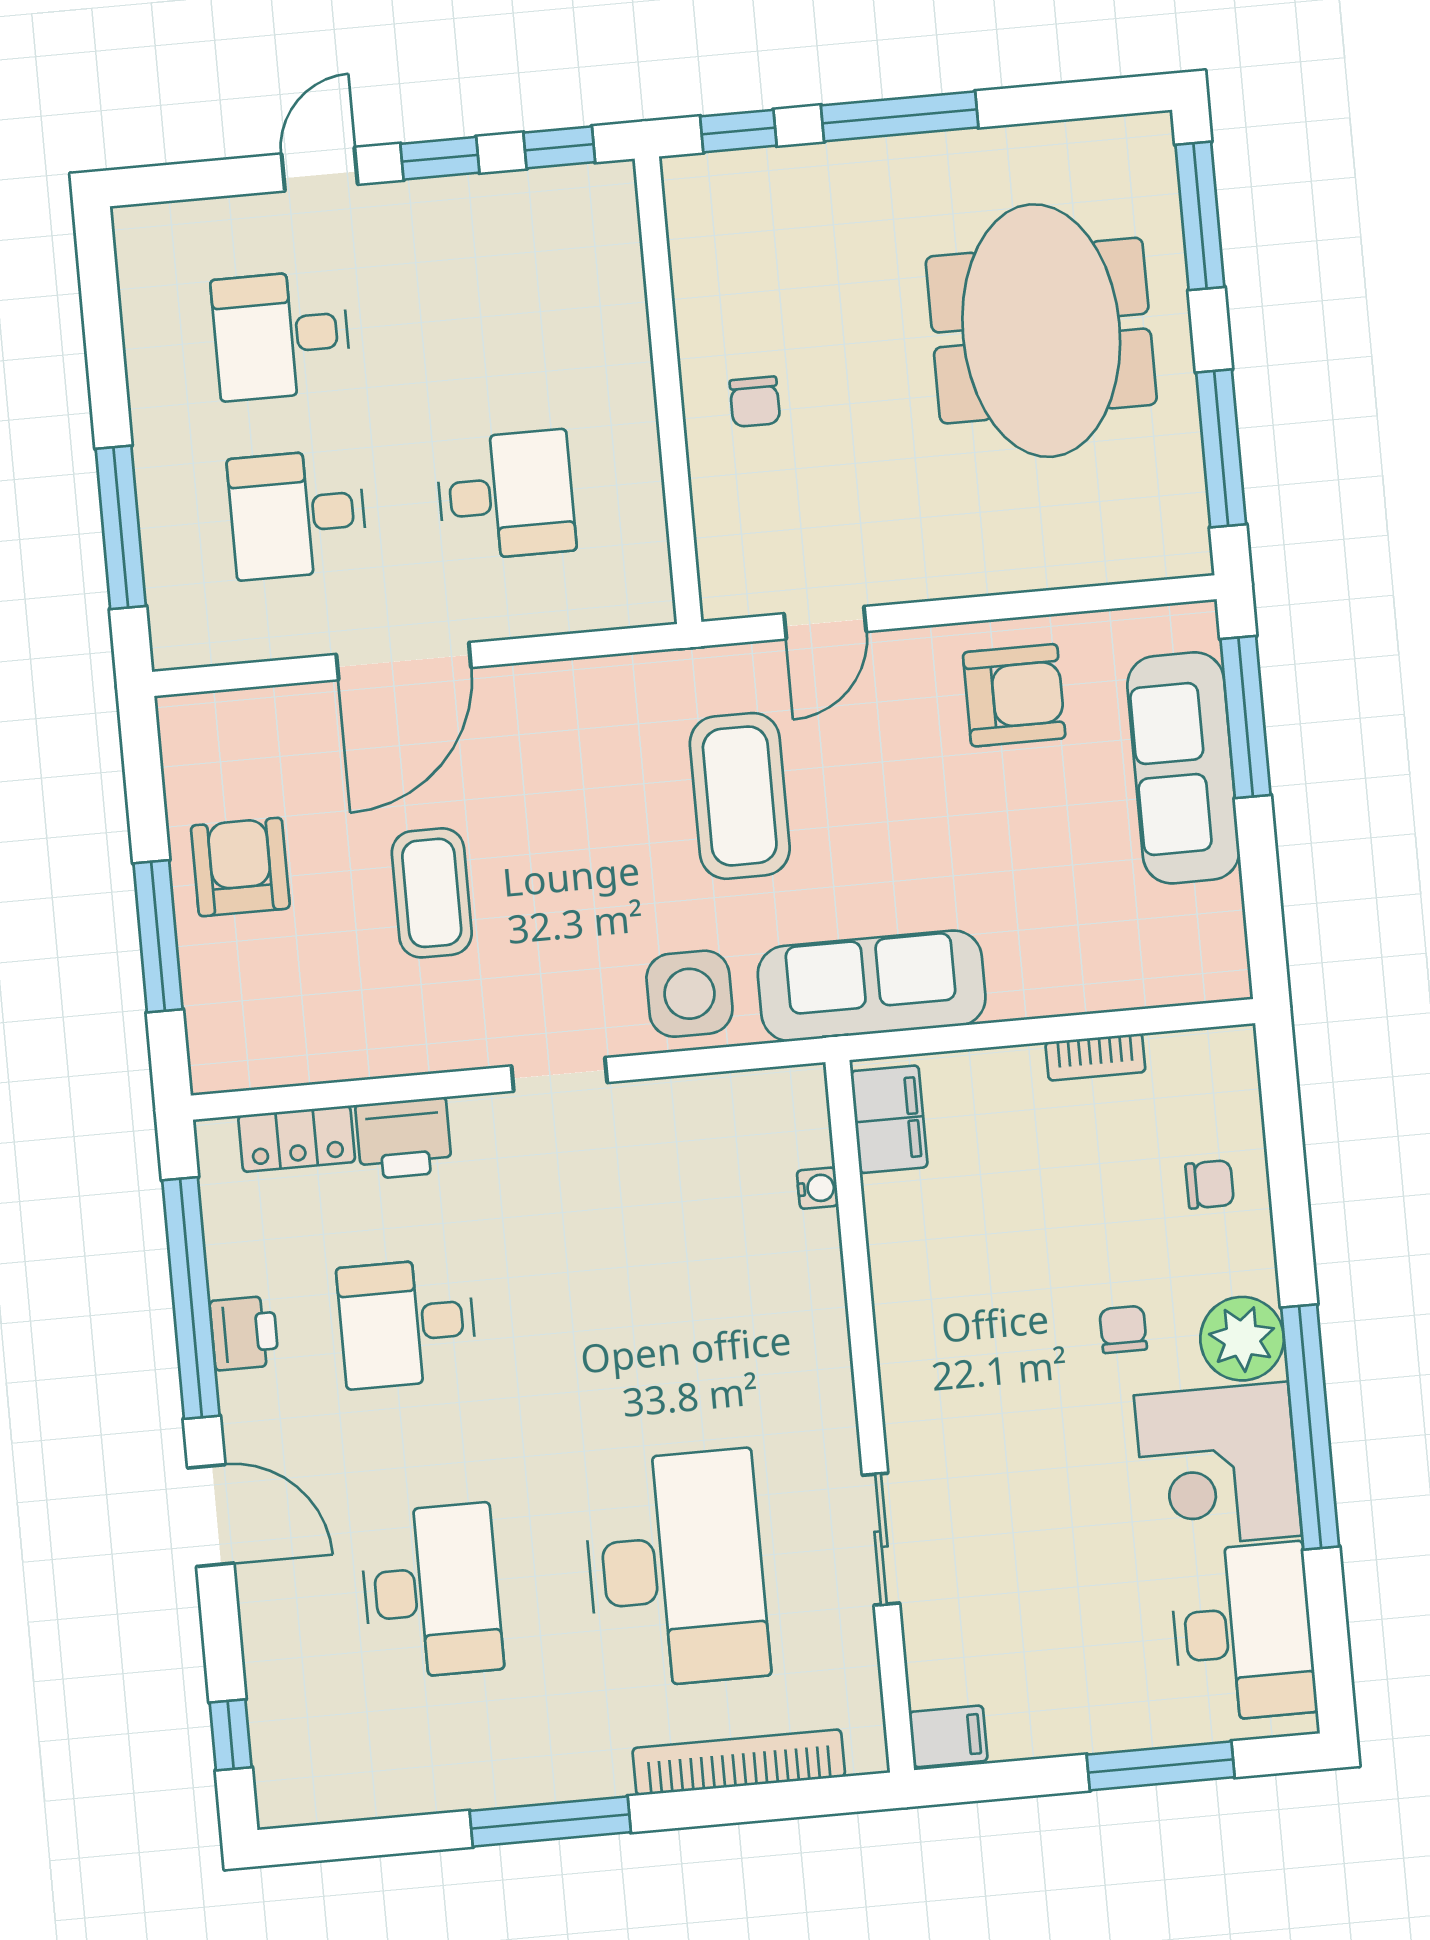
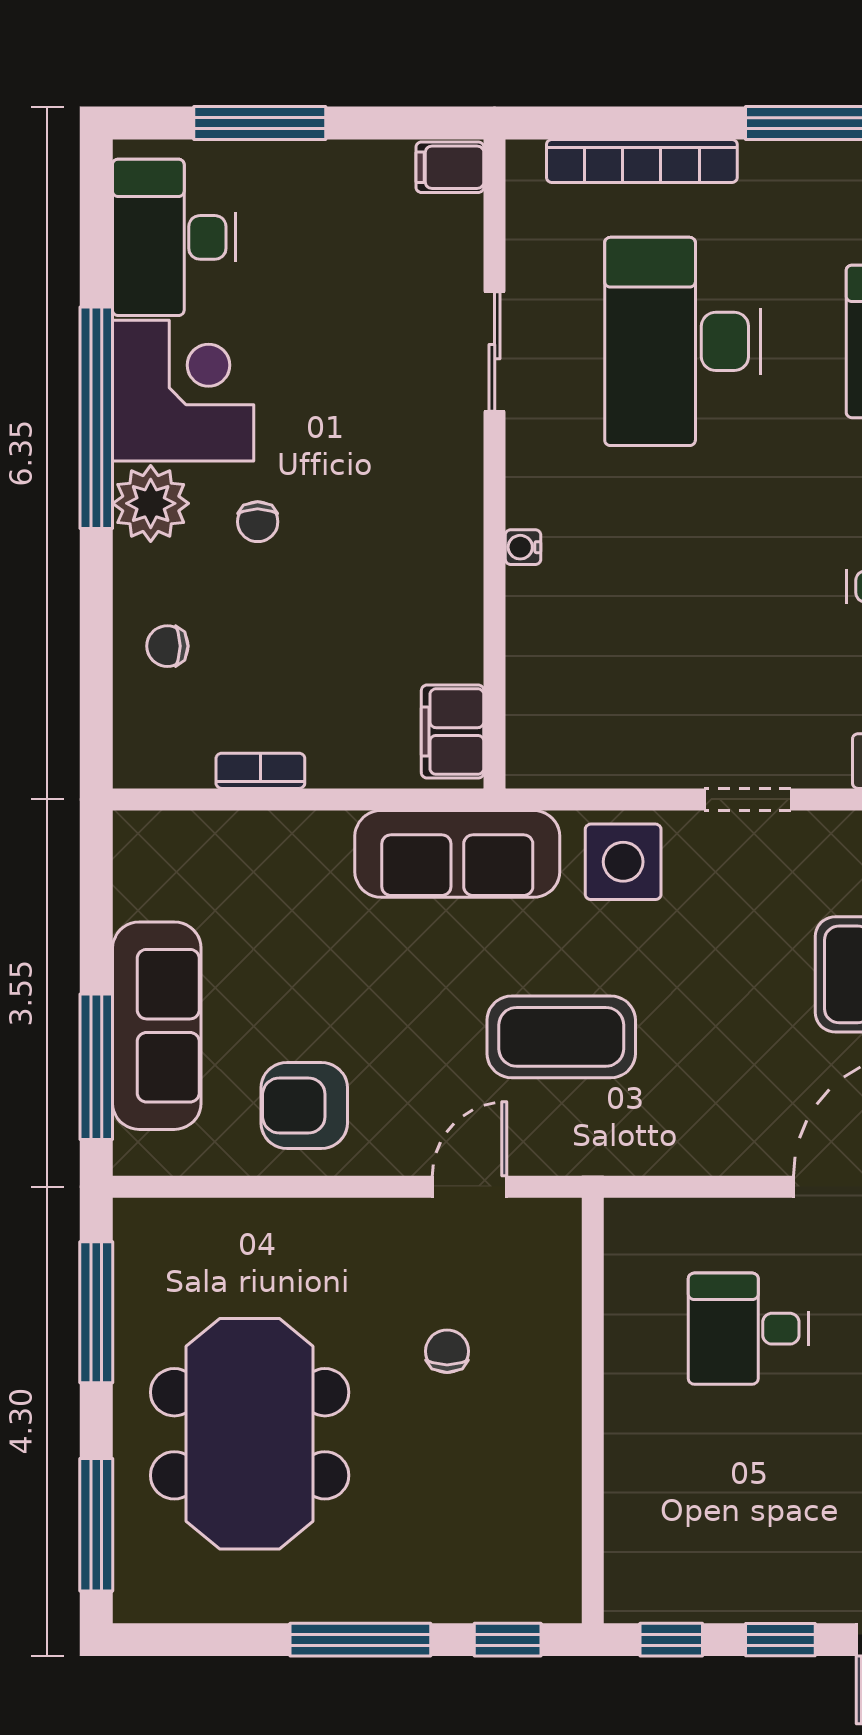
chair: (755, 402) -> (447, 1351), moved
coffee table: (740, 796) -> (561, 1037), turned 90
water cooler: (818, 1188) -> (523, 547), moved

